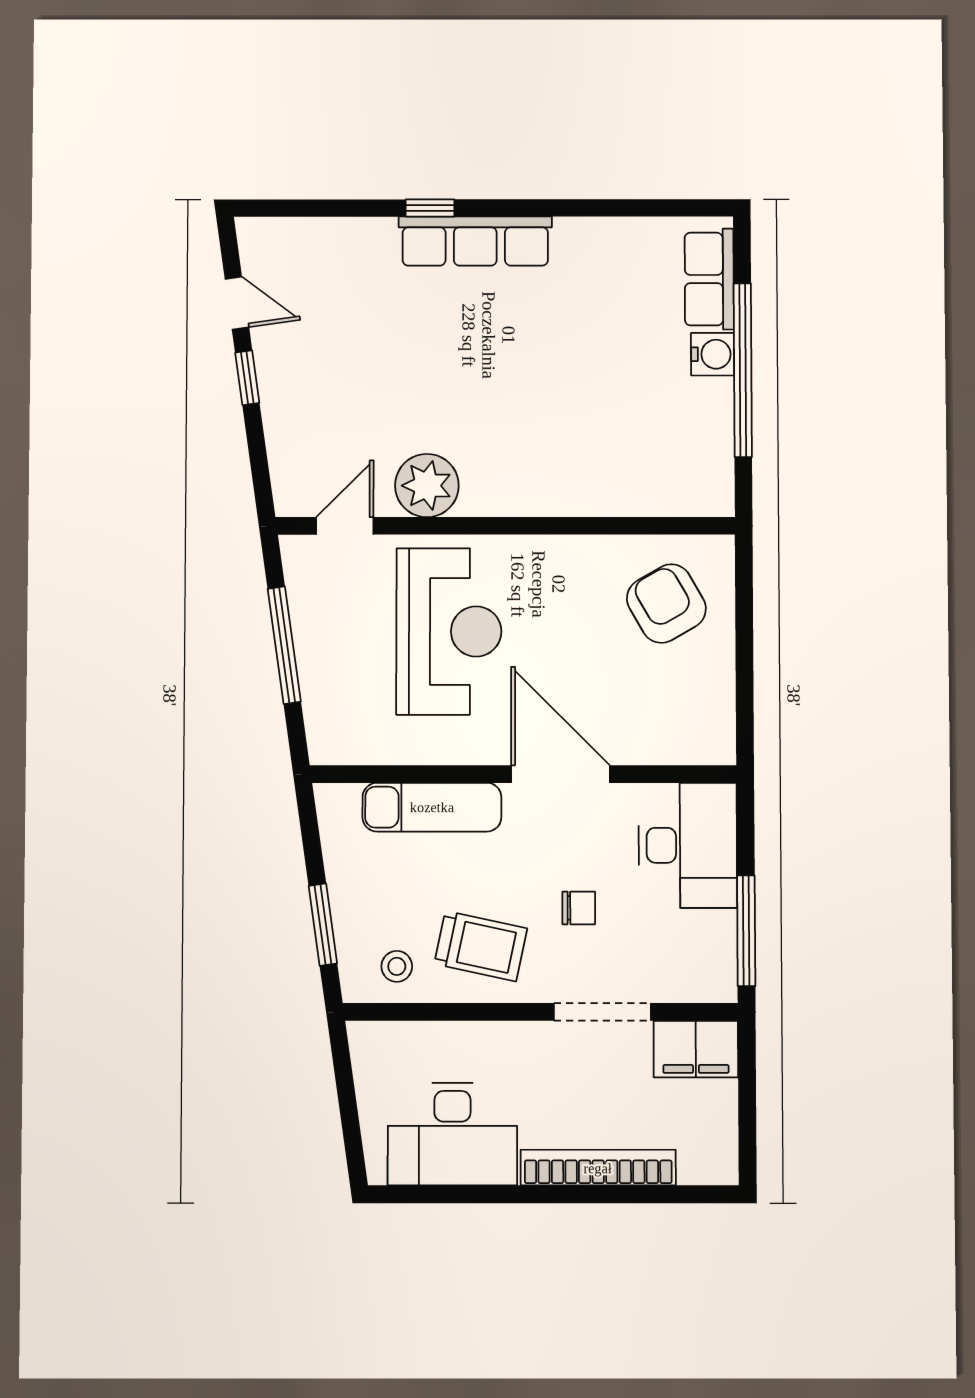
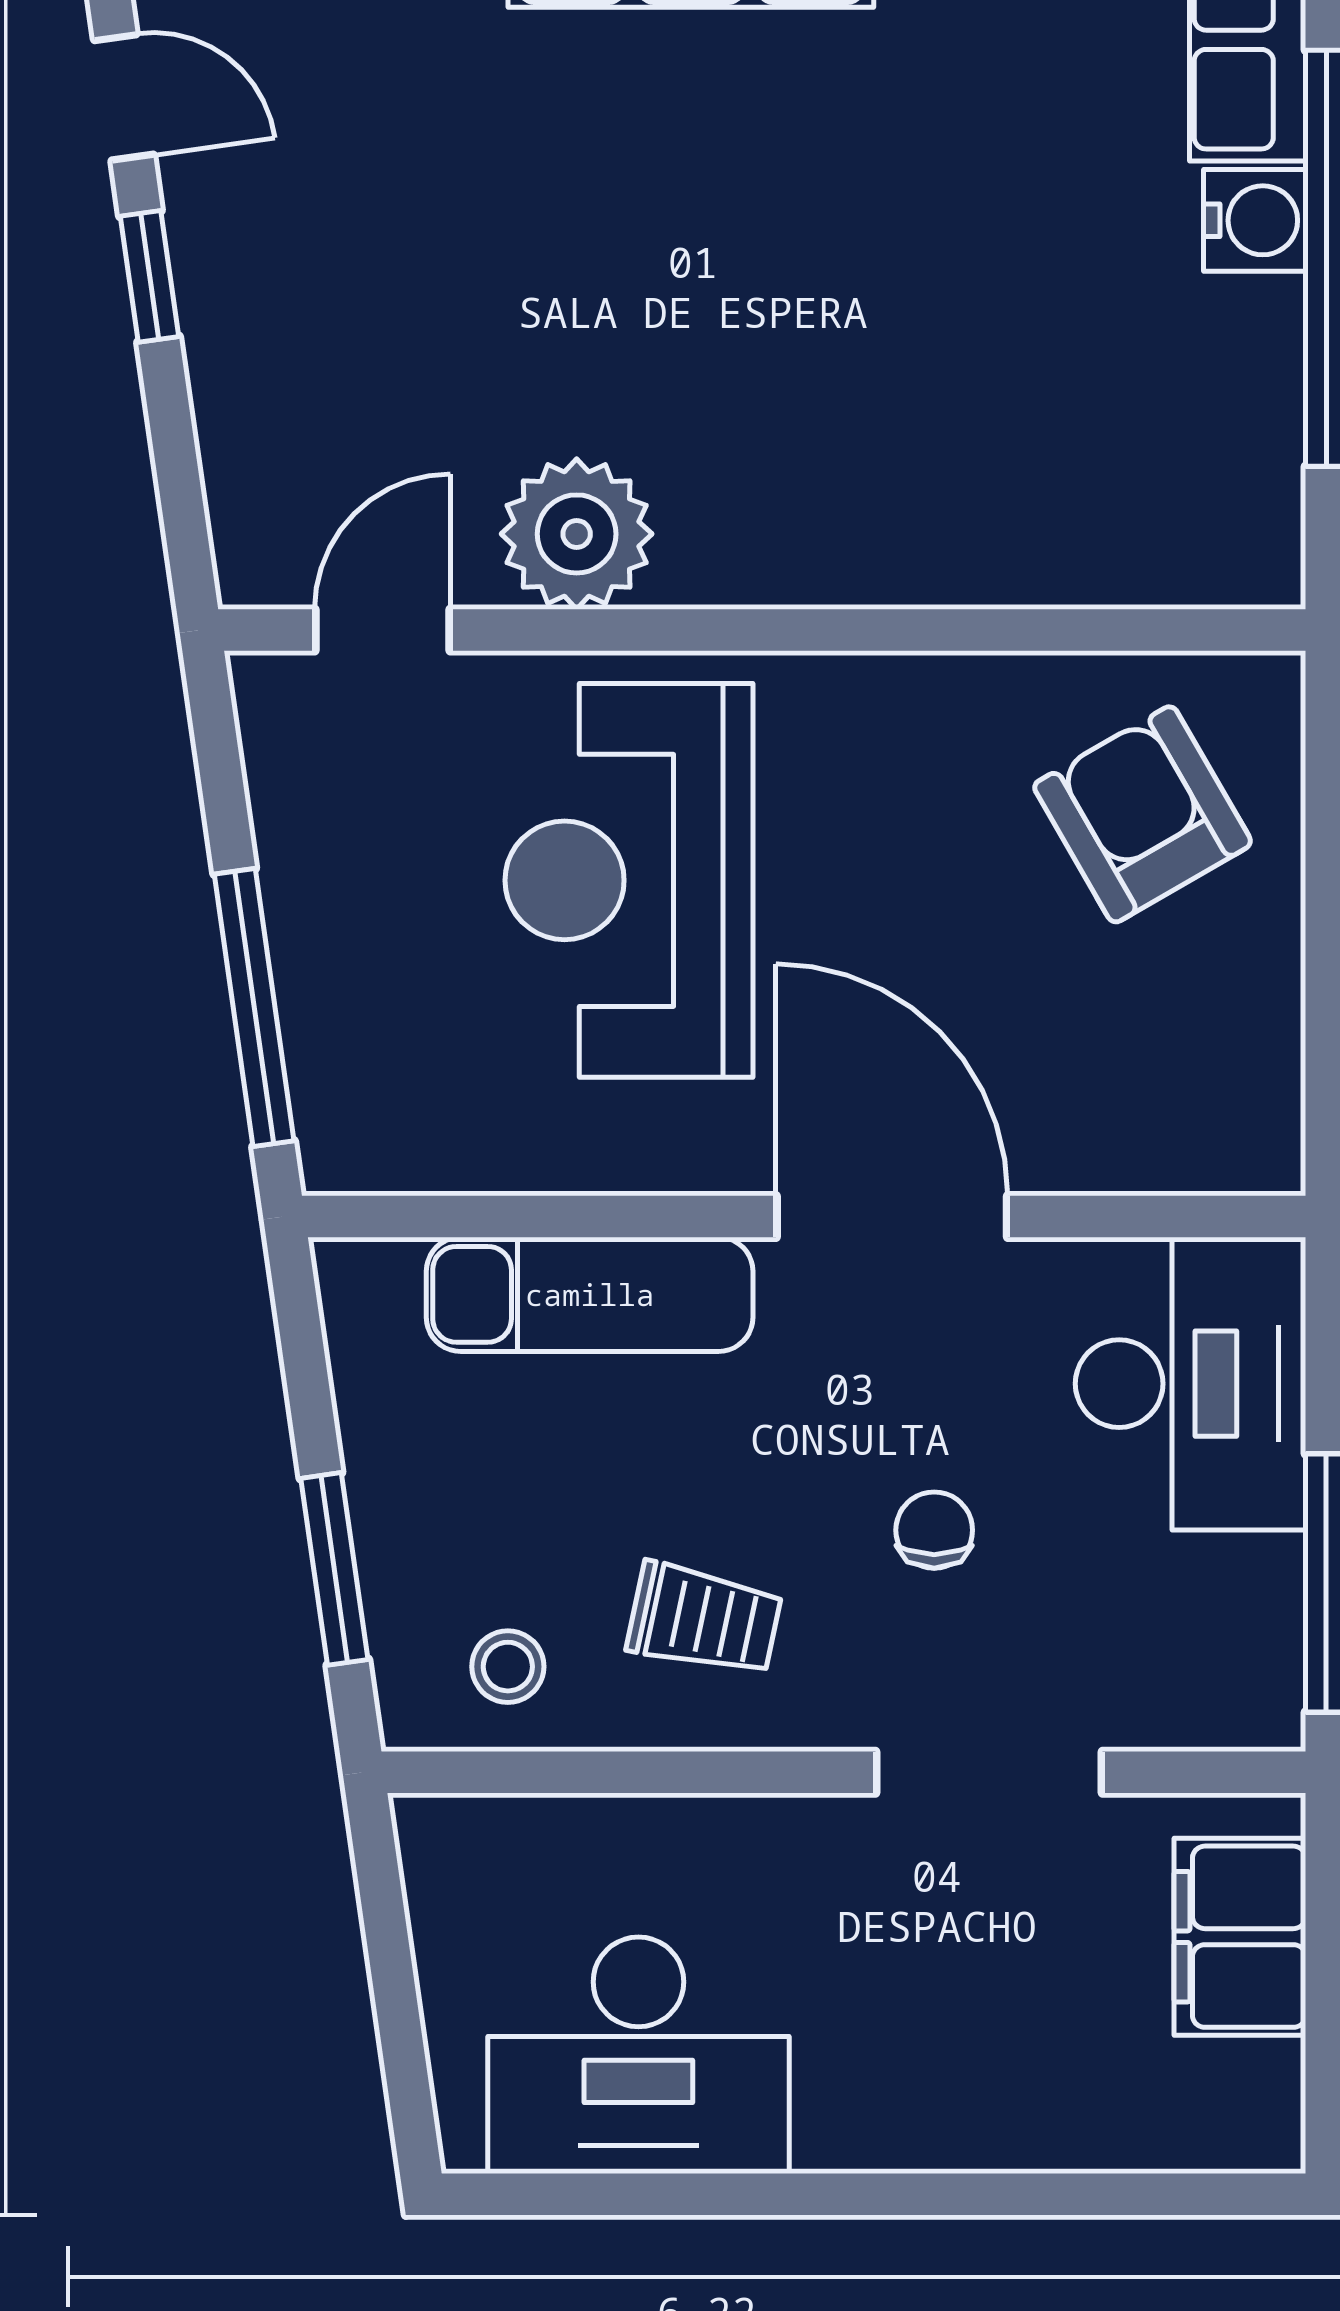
reception desk: (449, 631) -> (629, 880), turned 180
window: (284, 645) -> (254, 1007), moved
chair: (579, 908) -> (934, 1530), turned -90
trolley: (481, 946) -> (704, 1619), width x0.73, depth x0.72
filing cabinet: (696, 1049) -> (1240, 1937), moved, turned 90
bookcase: (598, 1168) -> (978, 2133), removed

